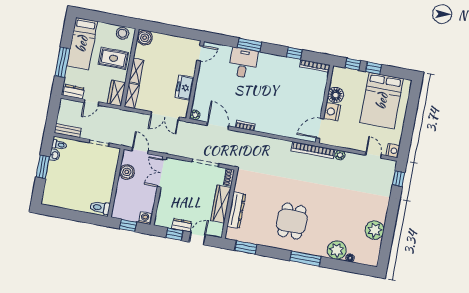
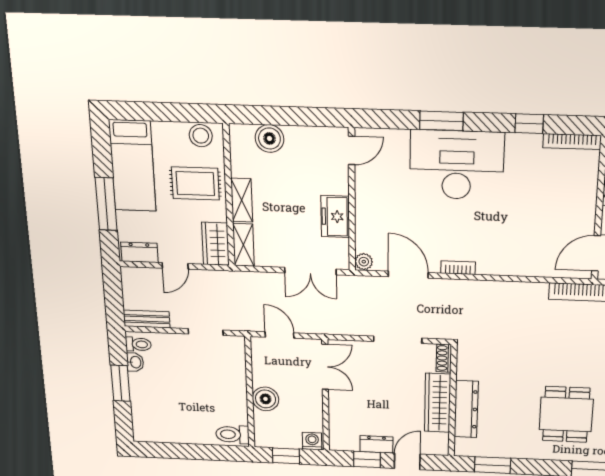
boiler: (145, 38) -> (269, 138), moved
desk: (243, 63) -> (457, 165), width x1.87, depth x1.30
boiler: (127, 172) -> (266, 399), moved
double door: (162, 173) -> (325, 367), swing flipped

